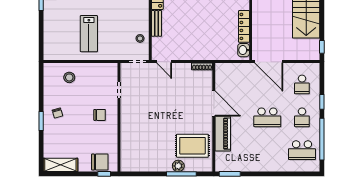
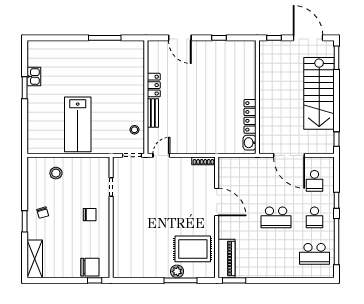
lab bench: (89, 34) -> (78, 124), width x1.36, depth x1.39
door: (164, 62) -> (161, 155), swing flipped
door: (269, 62) -> (289, 155), moved
piano: (223, 134) -> (226, 258), moved
shelving: (60, 165) -> (35, 259), moved, turned 90

